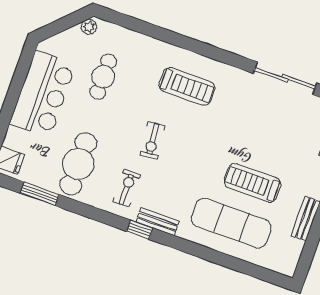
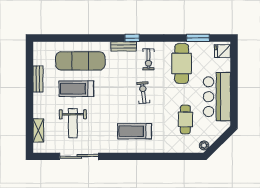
weight bench: (276, 132) -> (73, 123), added
treadmill: (252, 183) -> (76, 89), turned 180

